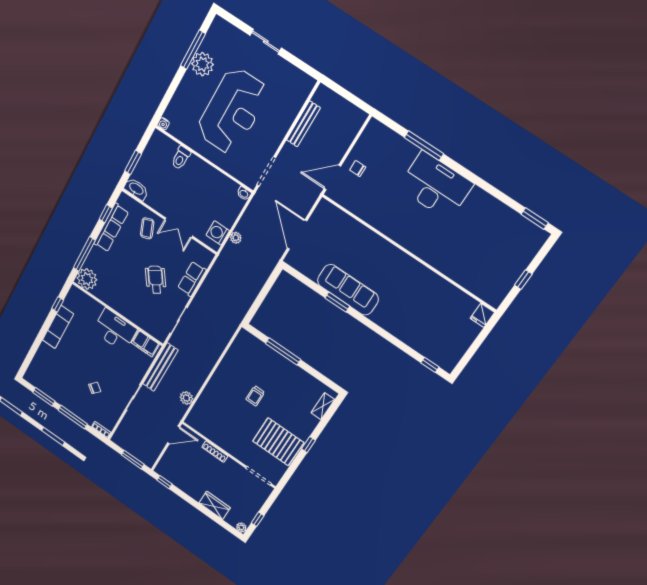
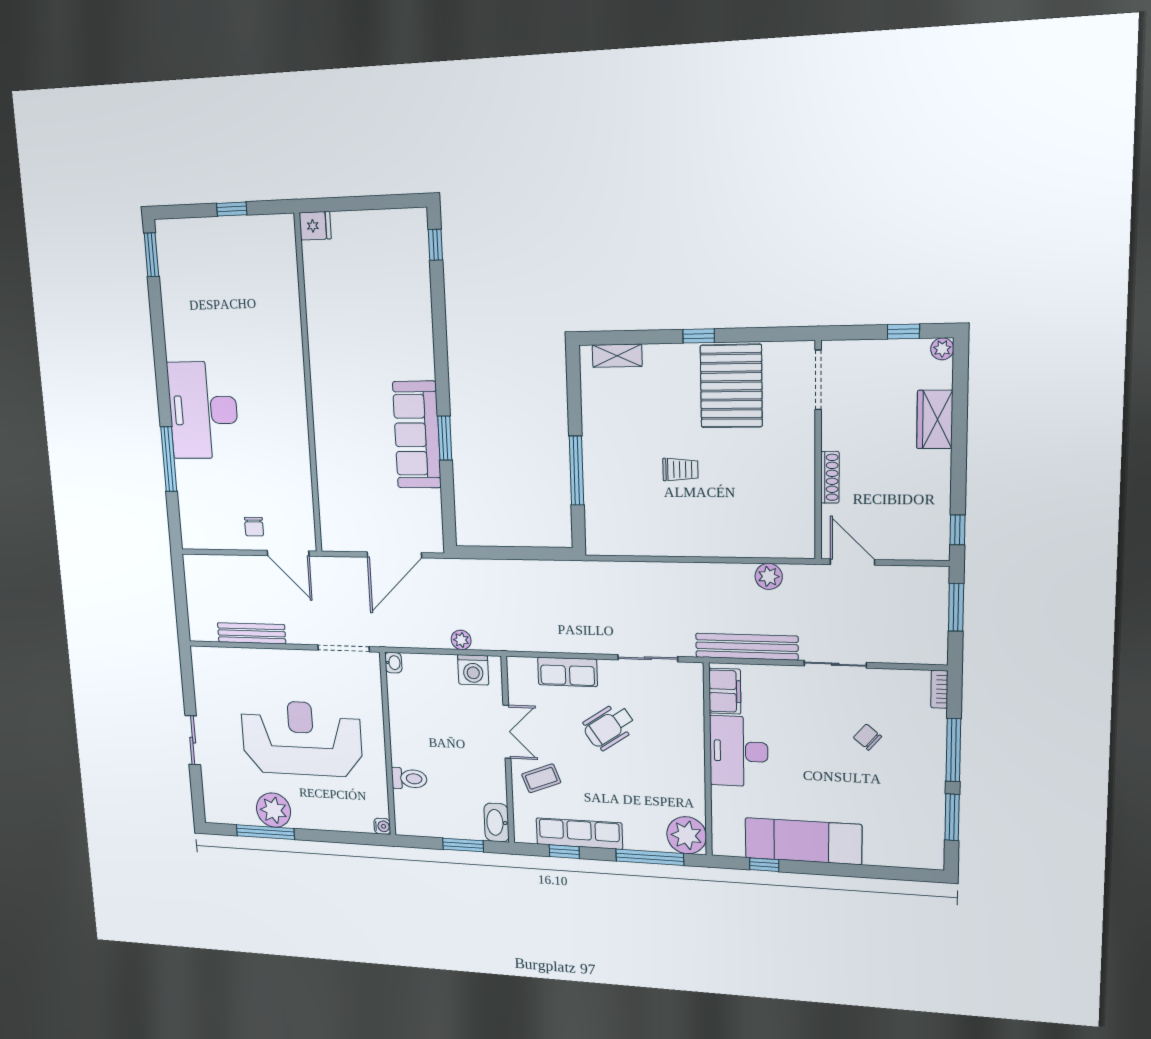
exam couch: (58, 327) -> (803, 841), width x1.36, depth x1.45

